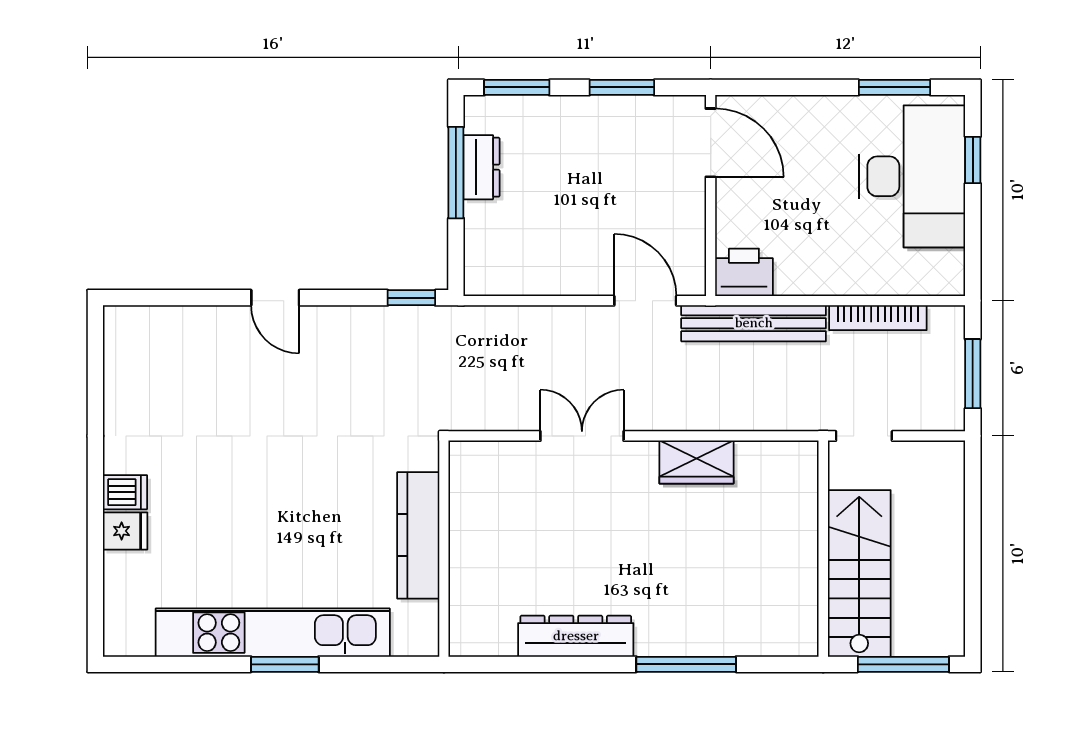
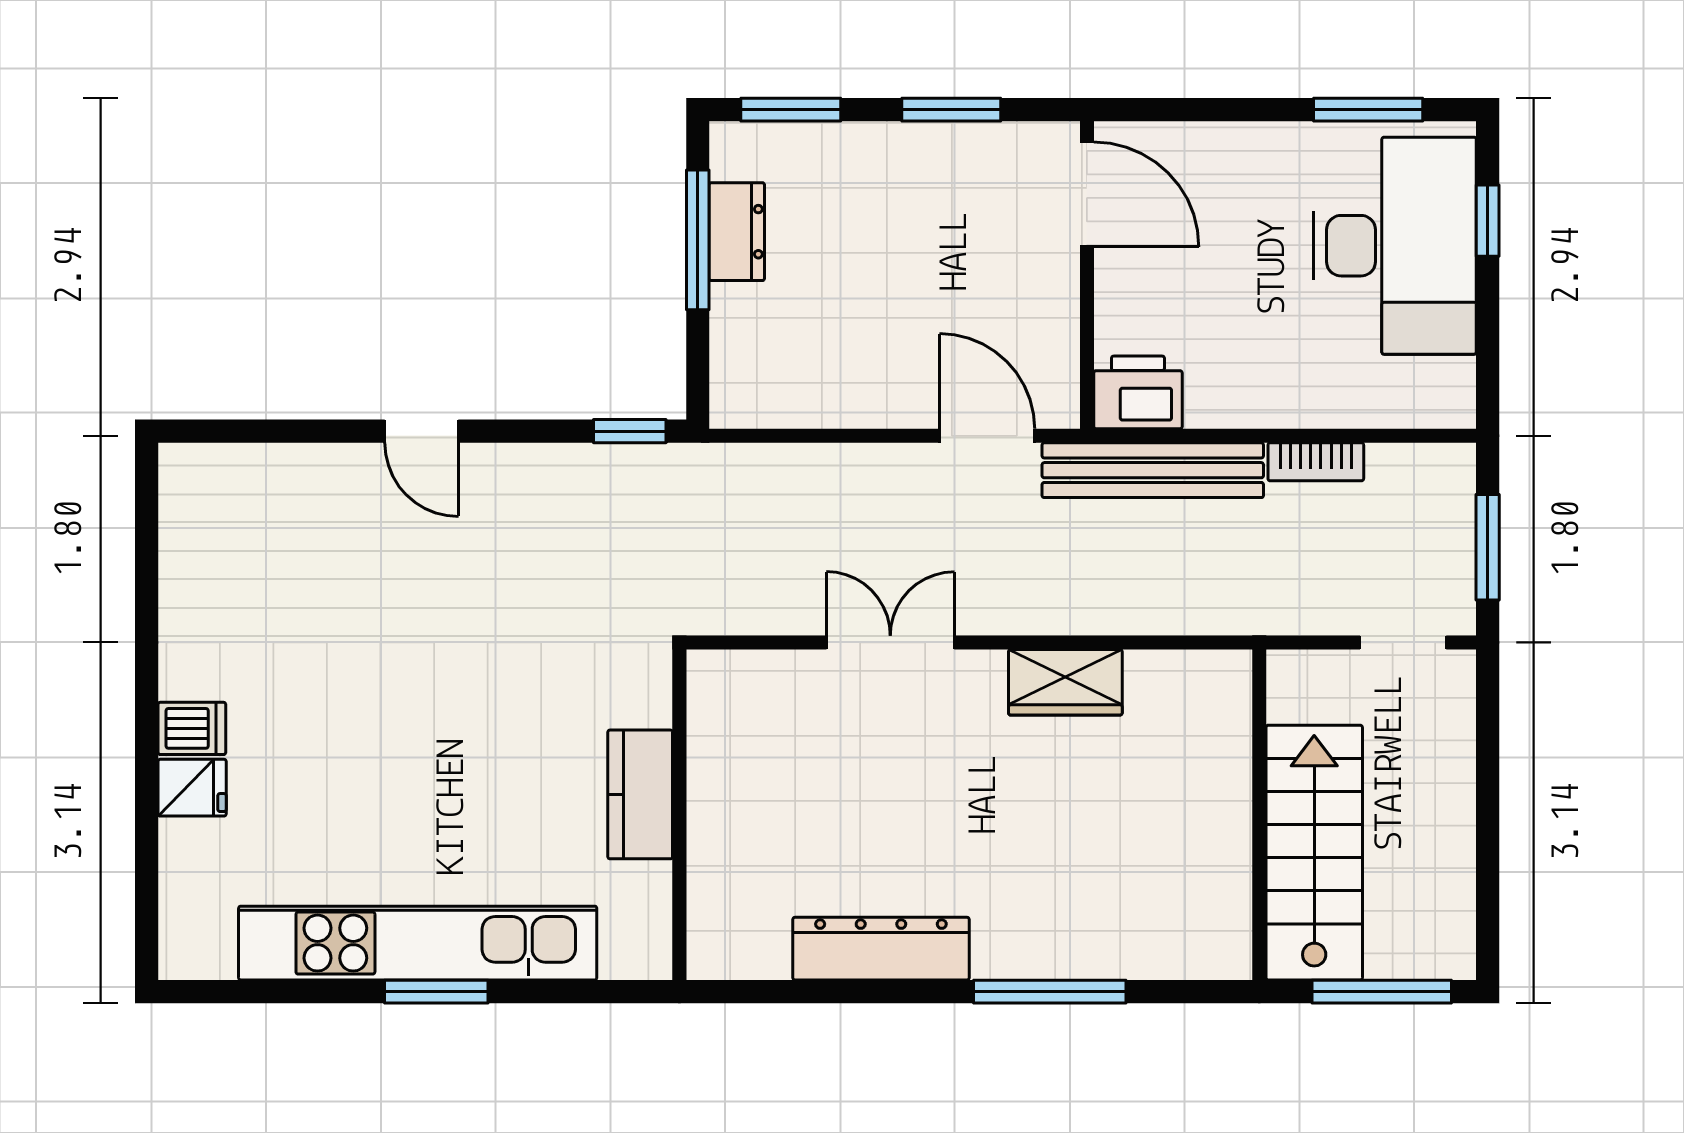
bookcase: (878, 318) -> (1316, 462), width x0.64
doorway: (864, 436) -> (1403, 642), moved
kitchen counter: (418, 535) -> (640, 794), width x0.67

